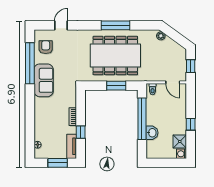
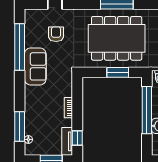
armchair: (46, 47) -> (56, 34), moved
window: (81, 132) -> (77, 138), moved
window: (30, 133) -> (20, 126), added

